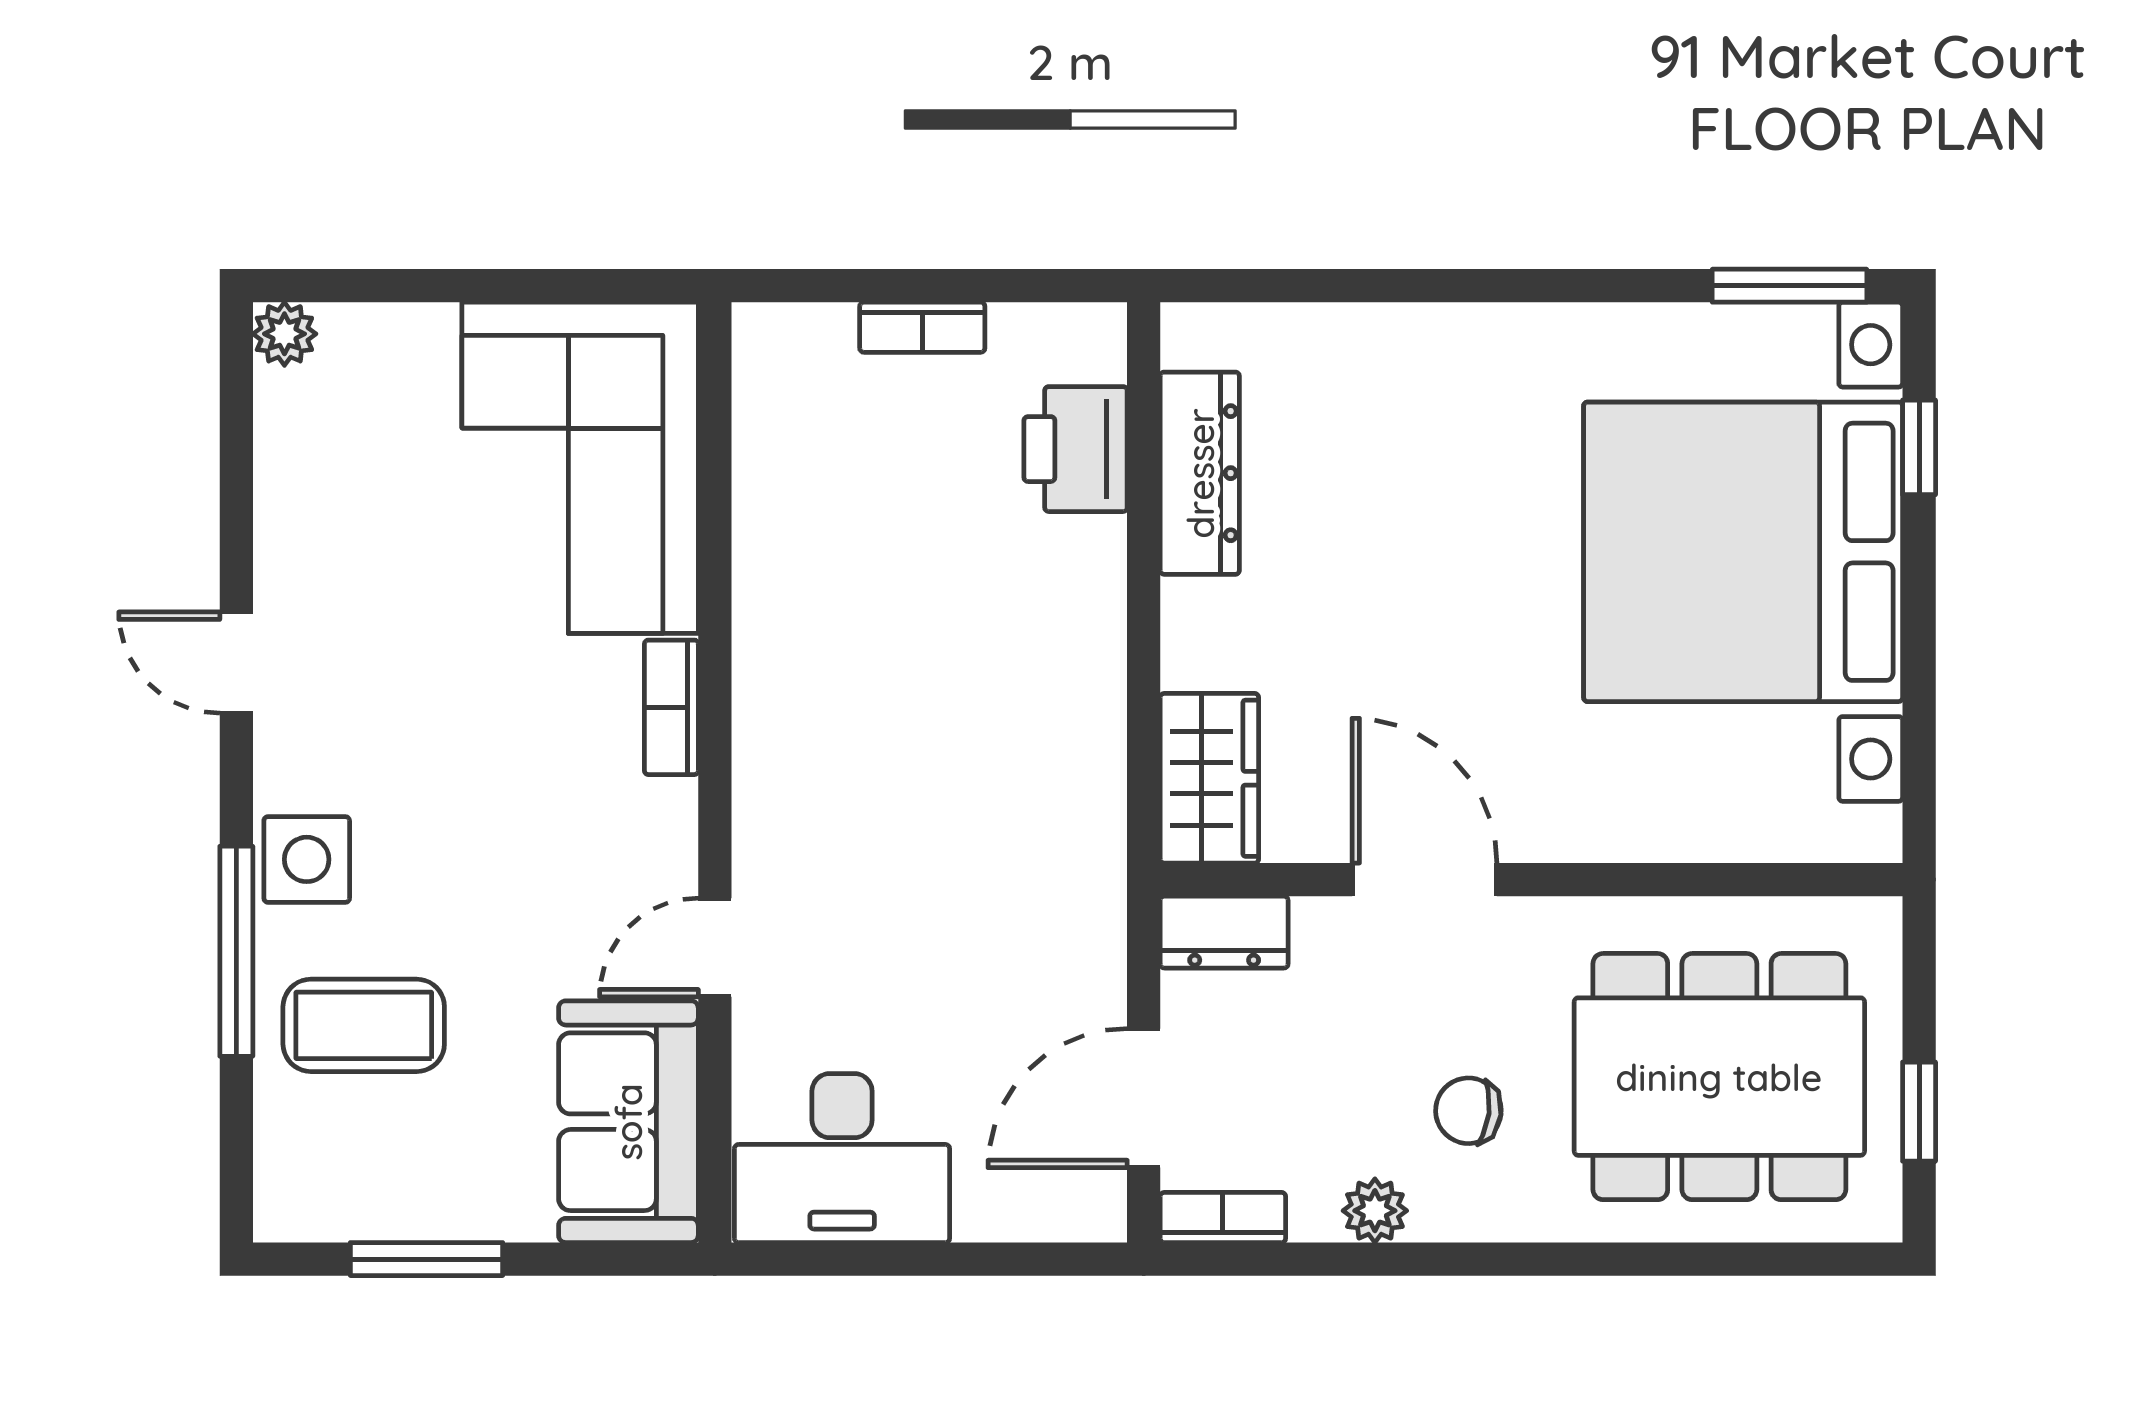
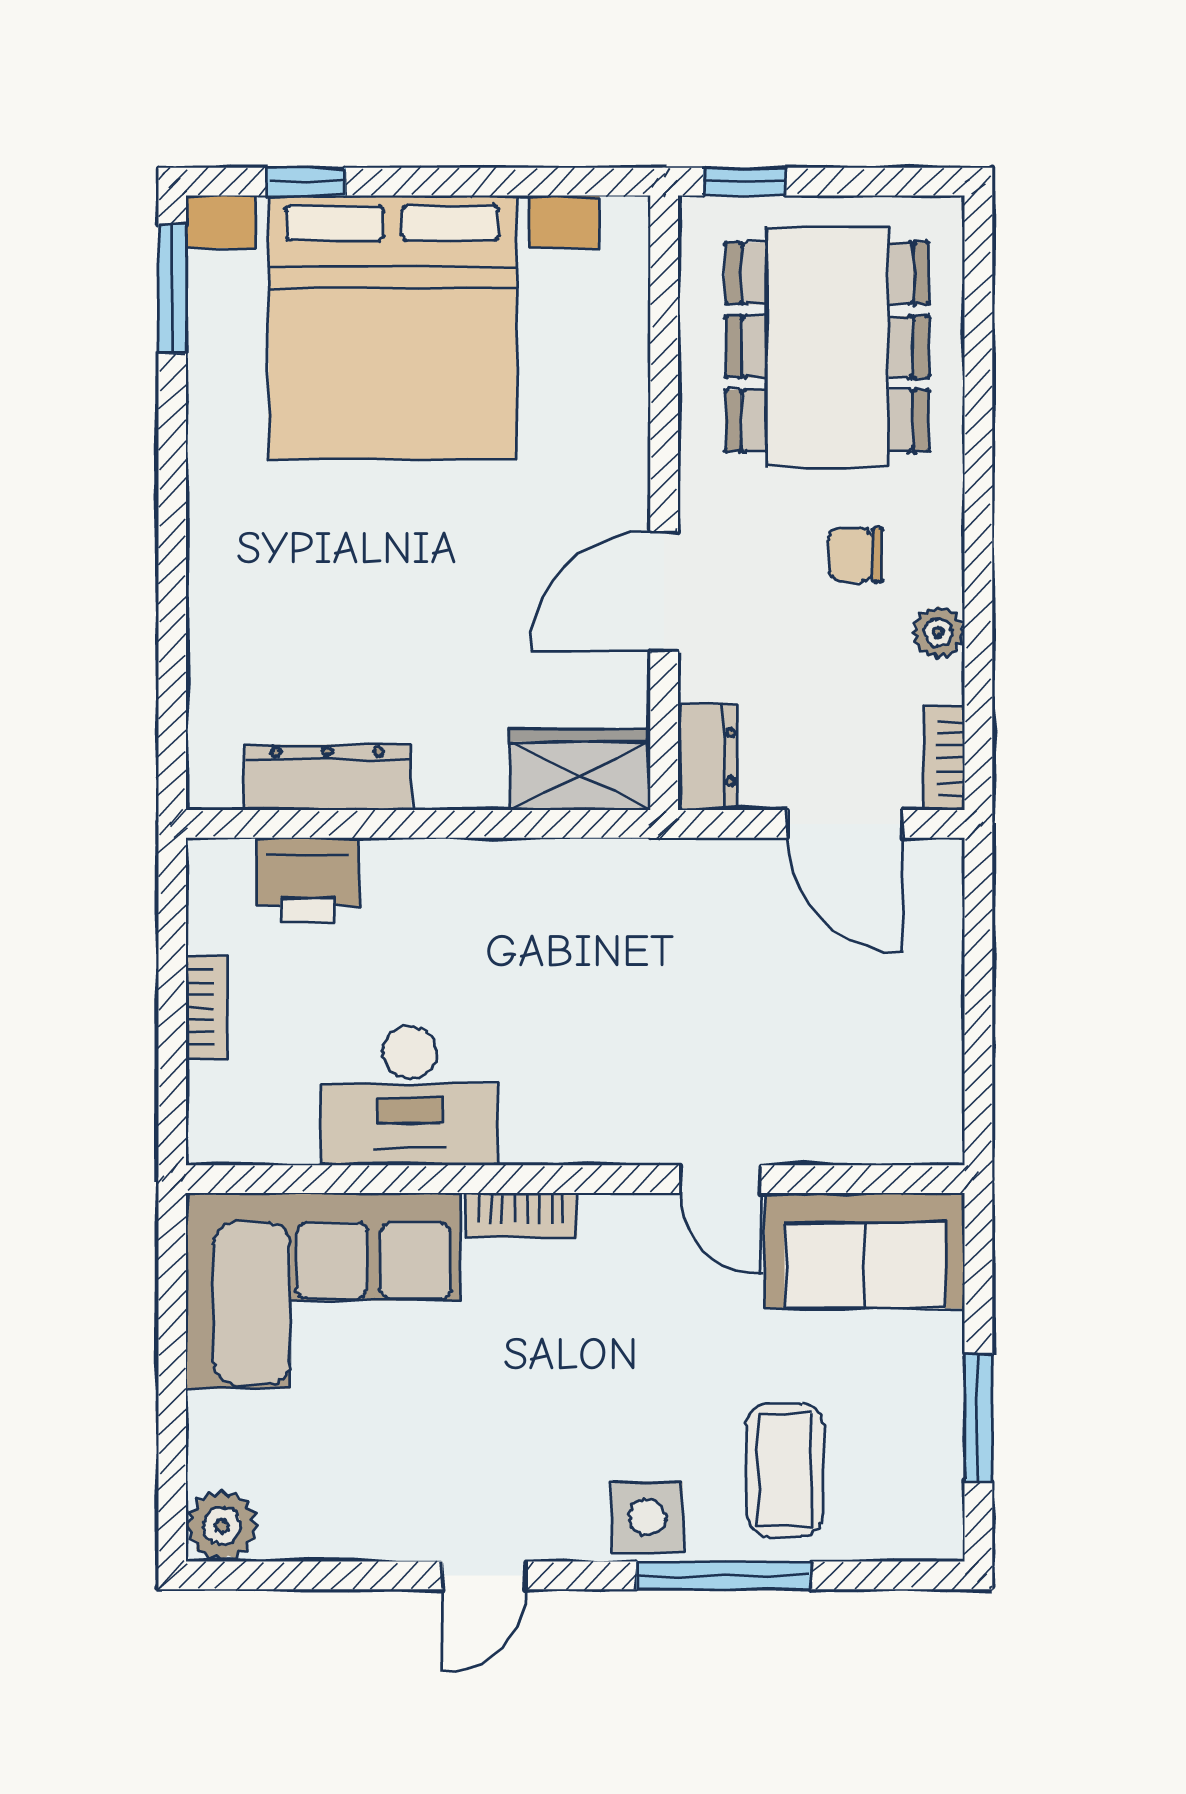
plant: (284, 334) -> (222, 1526), width x1.38, depth x1.38
chair: (1468, 1111) -> (856, 555), turned 83
window: (1919, 1112) -> (745, 182), moved
desk: (842, 1158) -> (410, 1095), moved, turned 90

